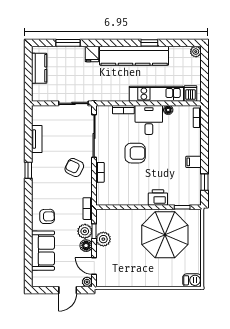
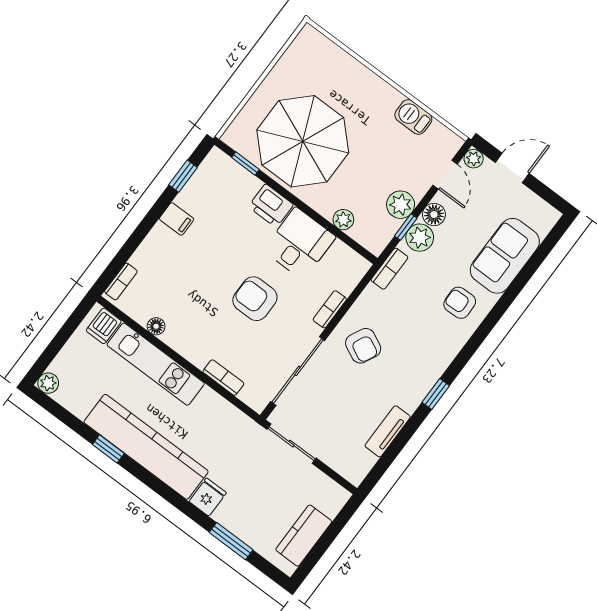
desk: (149, 120) -> (299, 243), moved, turned 180
plant: (123, 215) -> (343, 220), added
barbecue: (192, 280) -> (413, 117), moved

